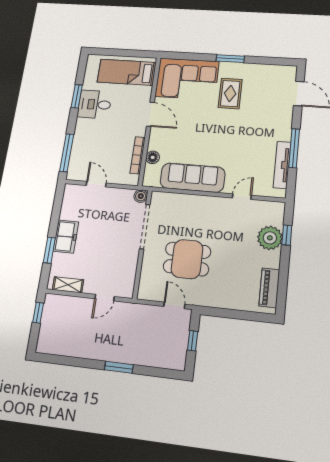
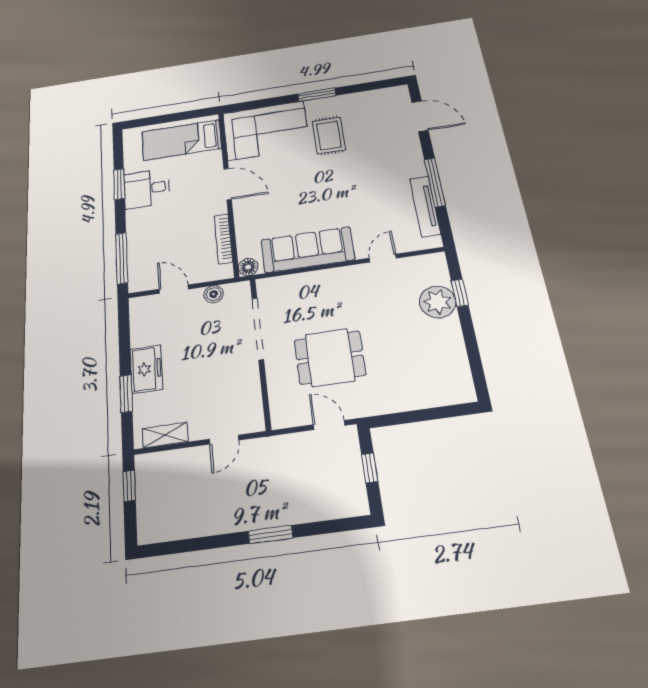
floor lamp: (153, 157) -> (248, 267), moved
boiler: (141, 196) -> (214, 294), moved
piano: (269, 288) -> (457, 368), removed

